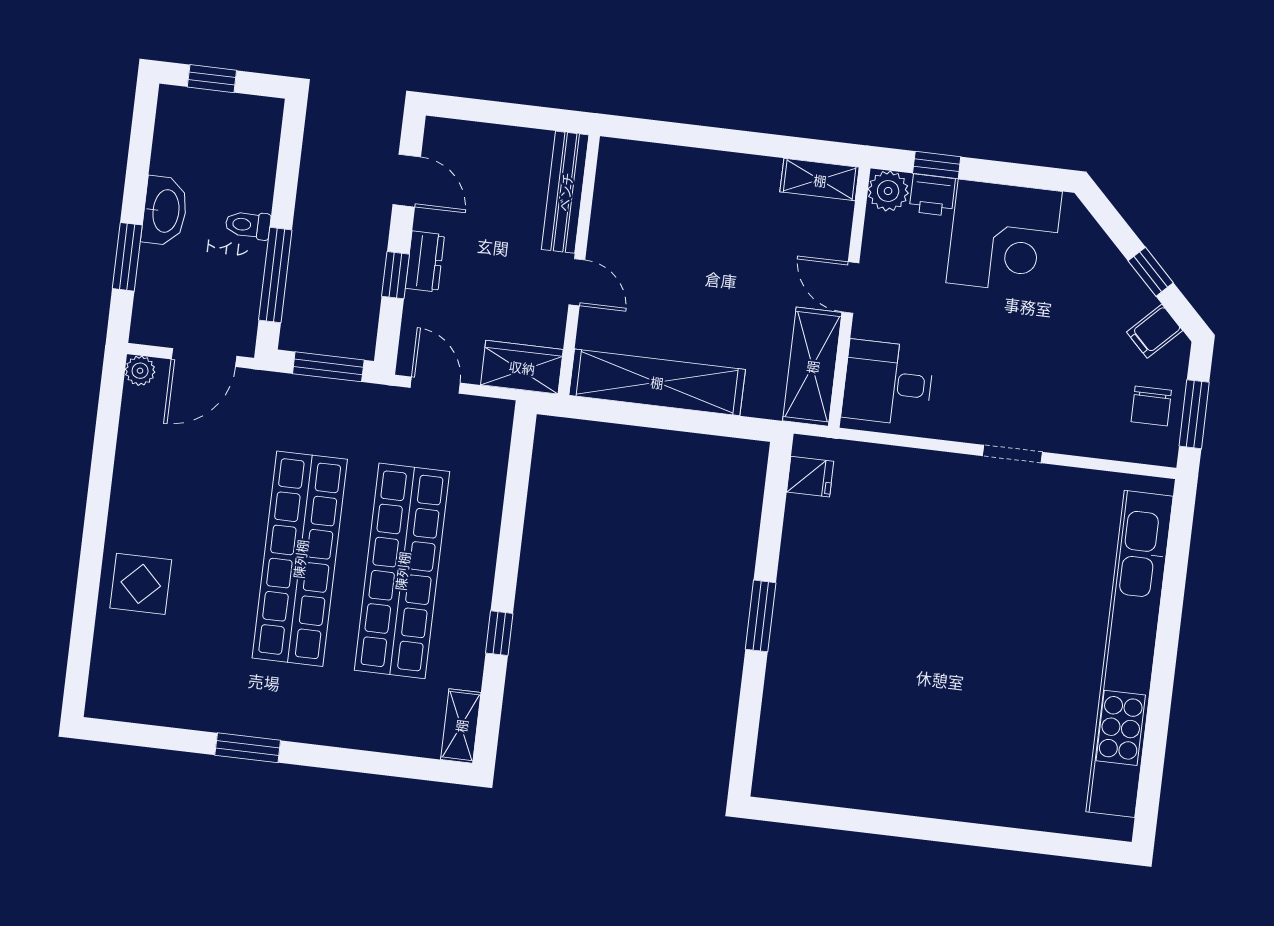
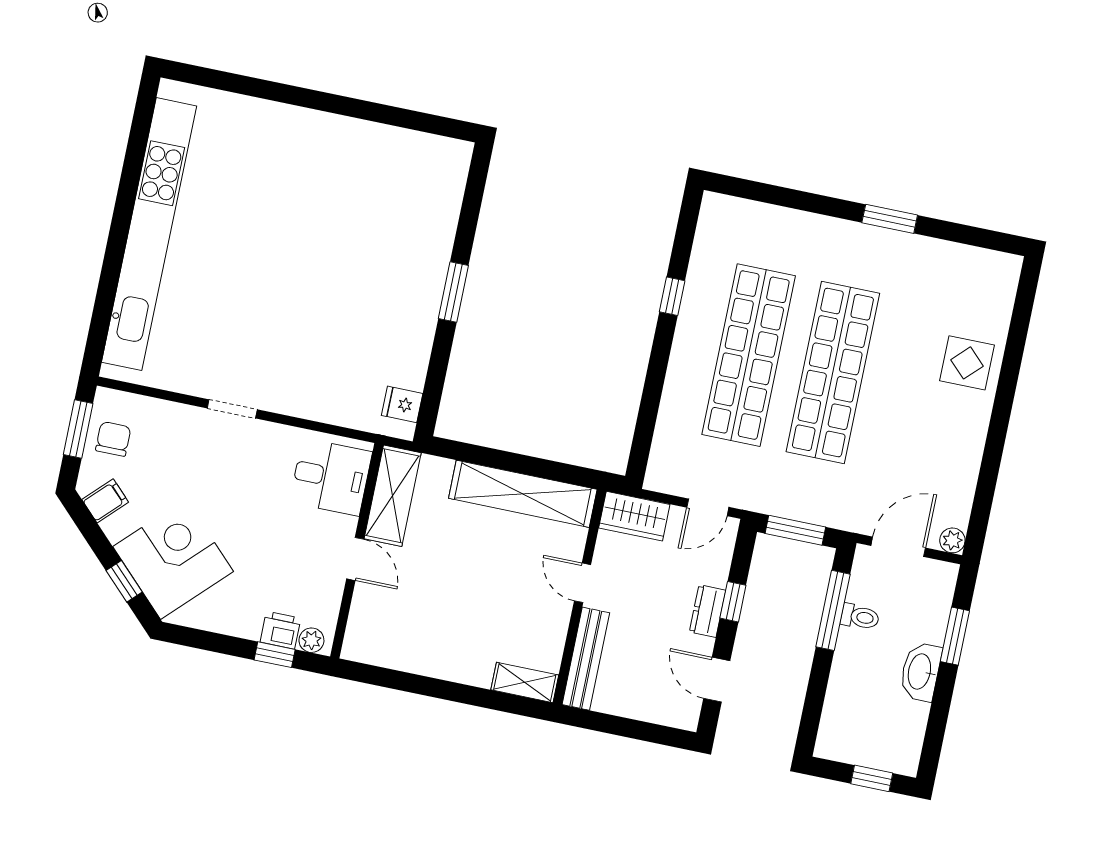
shelving: (820, 180) -> (525, 682), moved
plant: (888, 191) -> (311, 640), width x0.73, depth x0.73
toilet: (248, 225) -> (860, 617), moved
corner desk: (1004, 237) -> (173, 559), moved, turned 45
window: (1151, 272) -> (124, 581), moved
door: (435, 385) -> (708, 507), hinge flipped
shelving: (461, 726) -> (711, 222), removed

